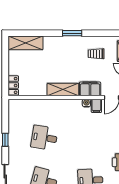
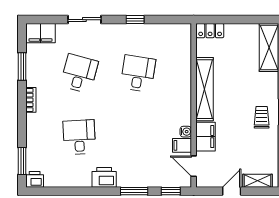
trolley: (96, 54) -> (262, 117), moved
shelving: (63, 89) -> (205, 89), width x1.47

